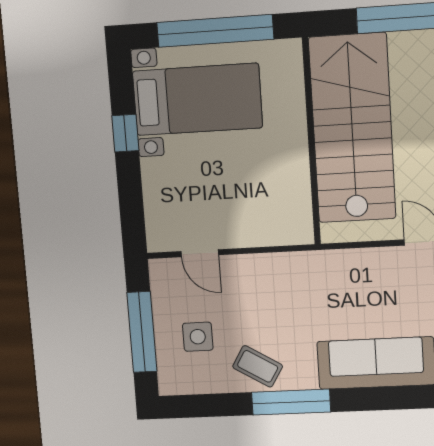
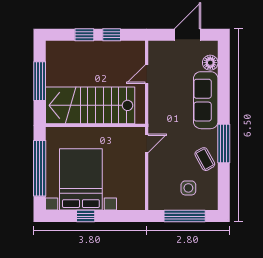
bed with nightstands: (197, 99) -> (81, 179), width x1.36
door: (200, 253) -> (147, 143), moved
coffee table: (258, 366) -> (205, 159), turned -60

